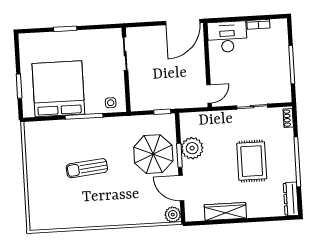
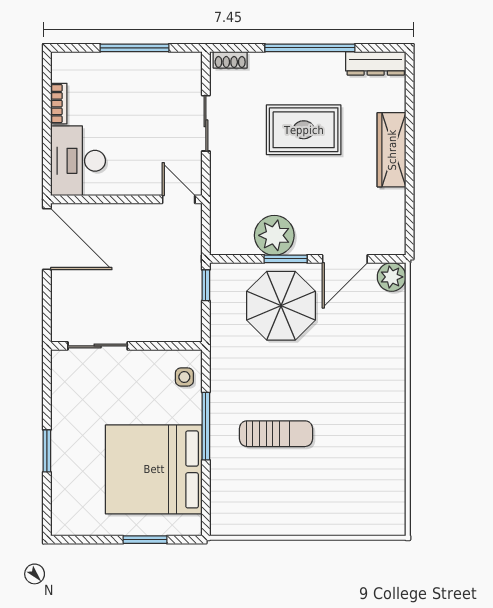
sun lounger: (87, 168) -> (276, 434), moved, turned -84
wardrobe: (225, 212) -> (392, 150), moved

